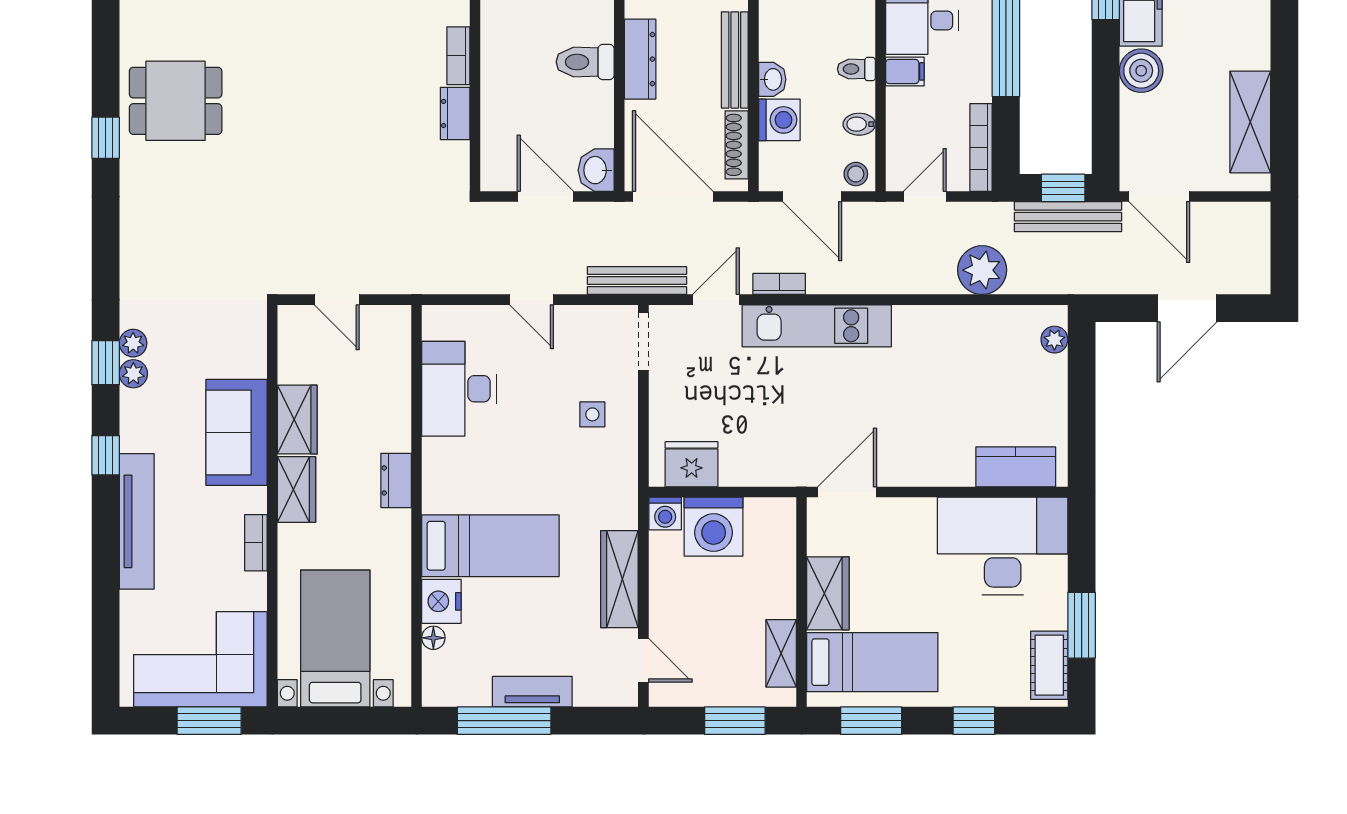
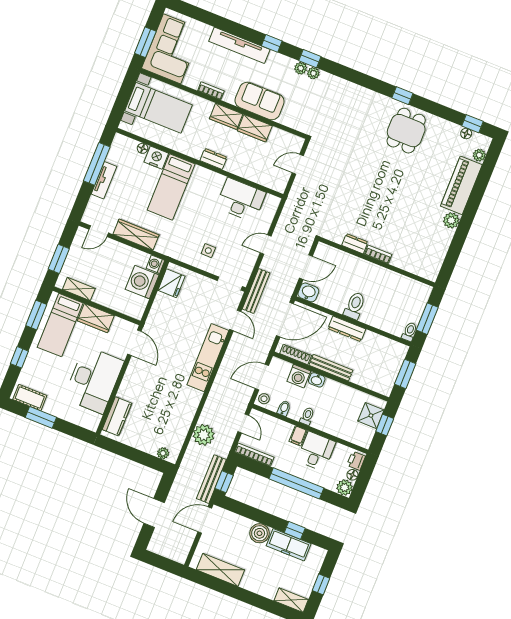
bookcase: (779, 284) -> (231, 349), removed
desk: (1003, 546) -> (94, 380), moved

